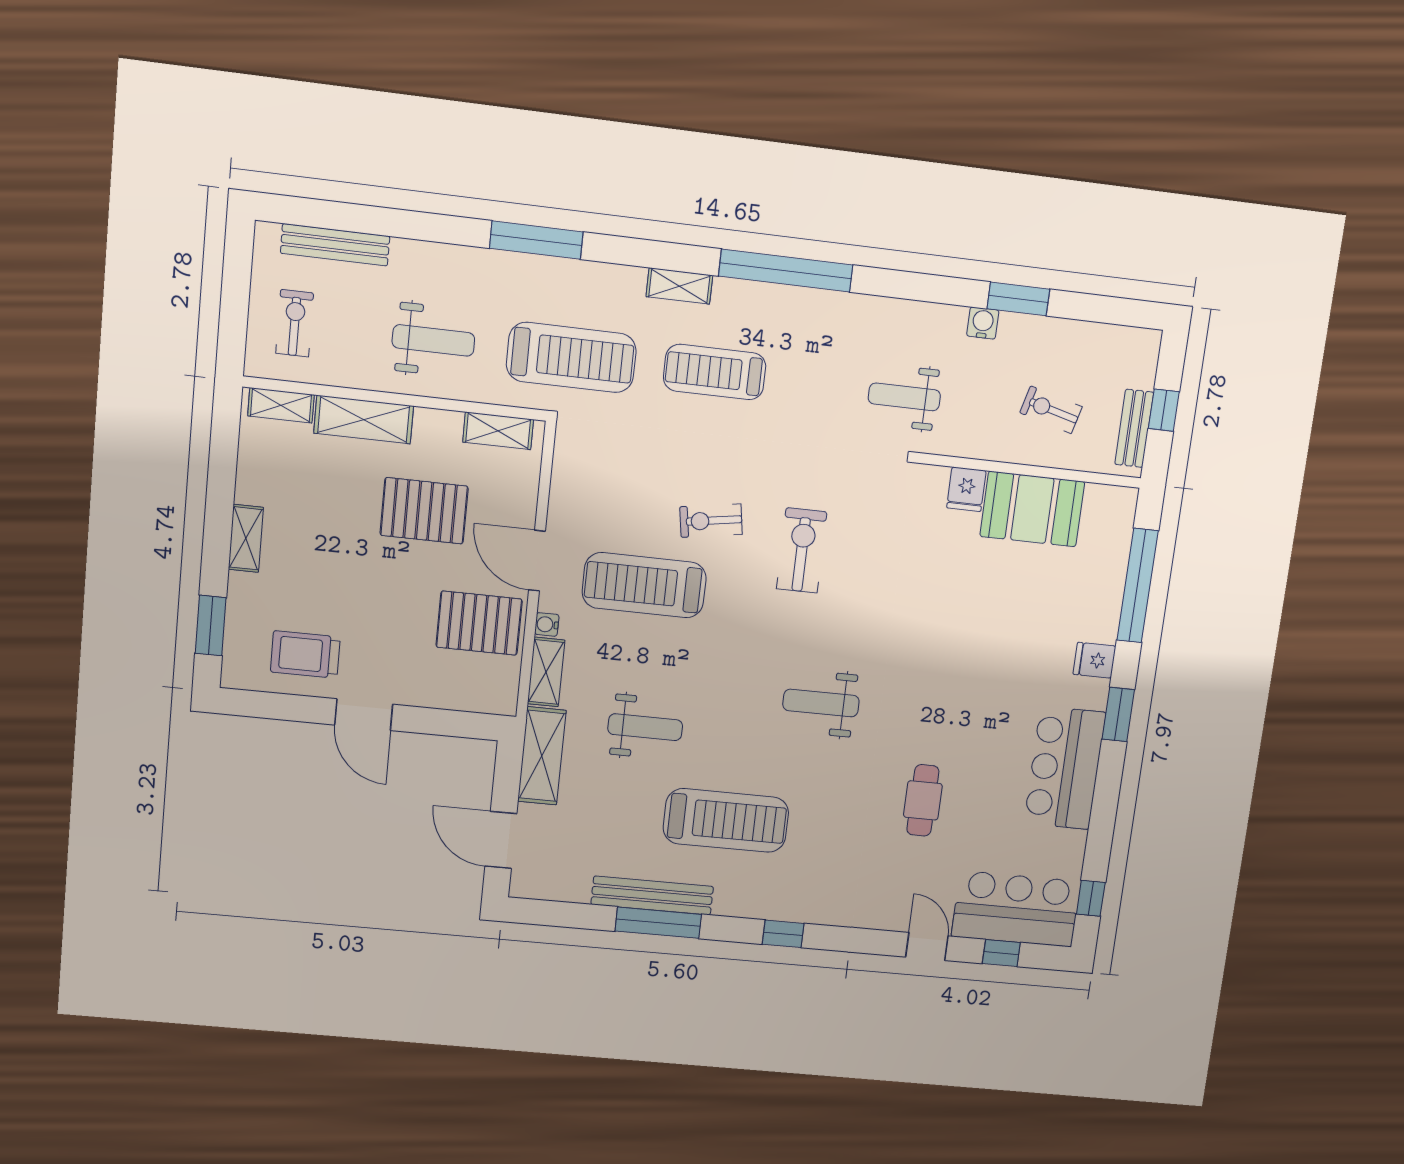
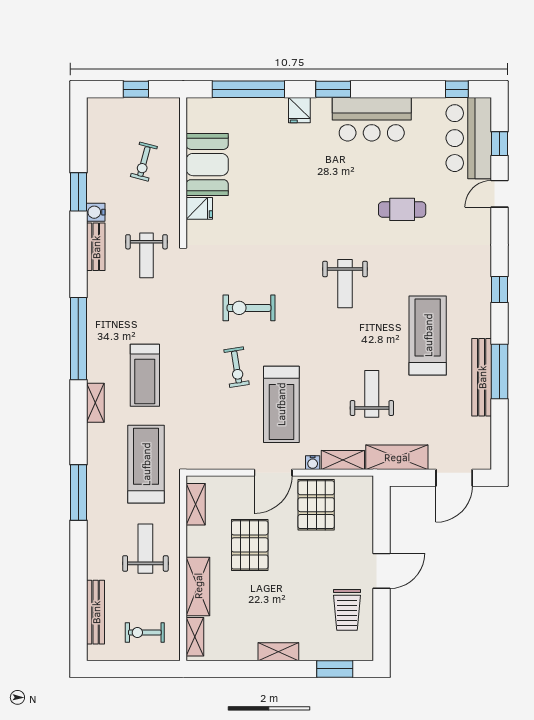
bench: (1134, 428) -> (96, 247), moved, turned 90

